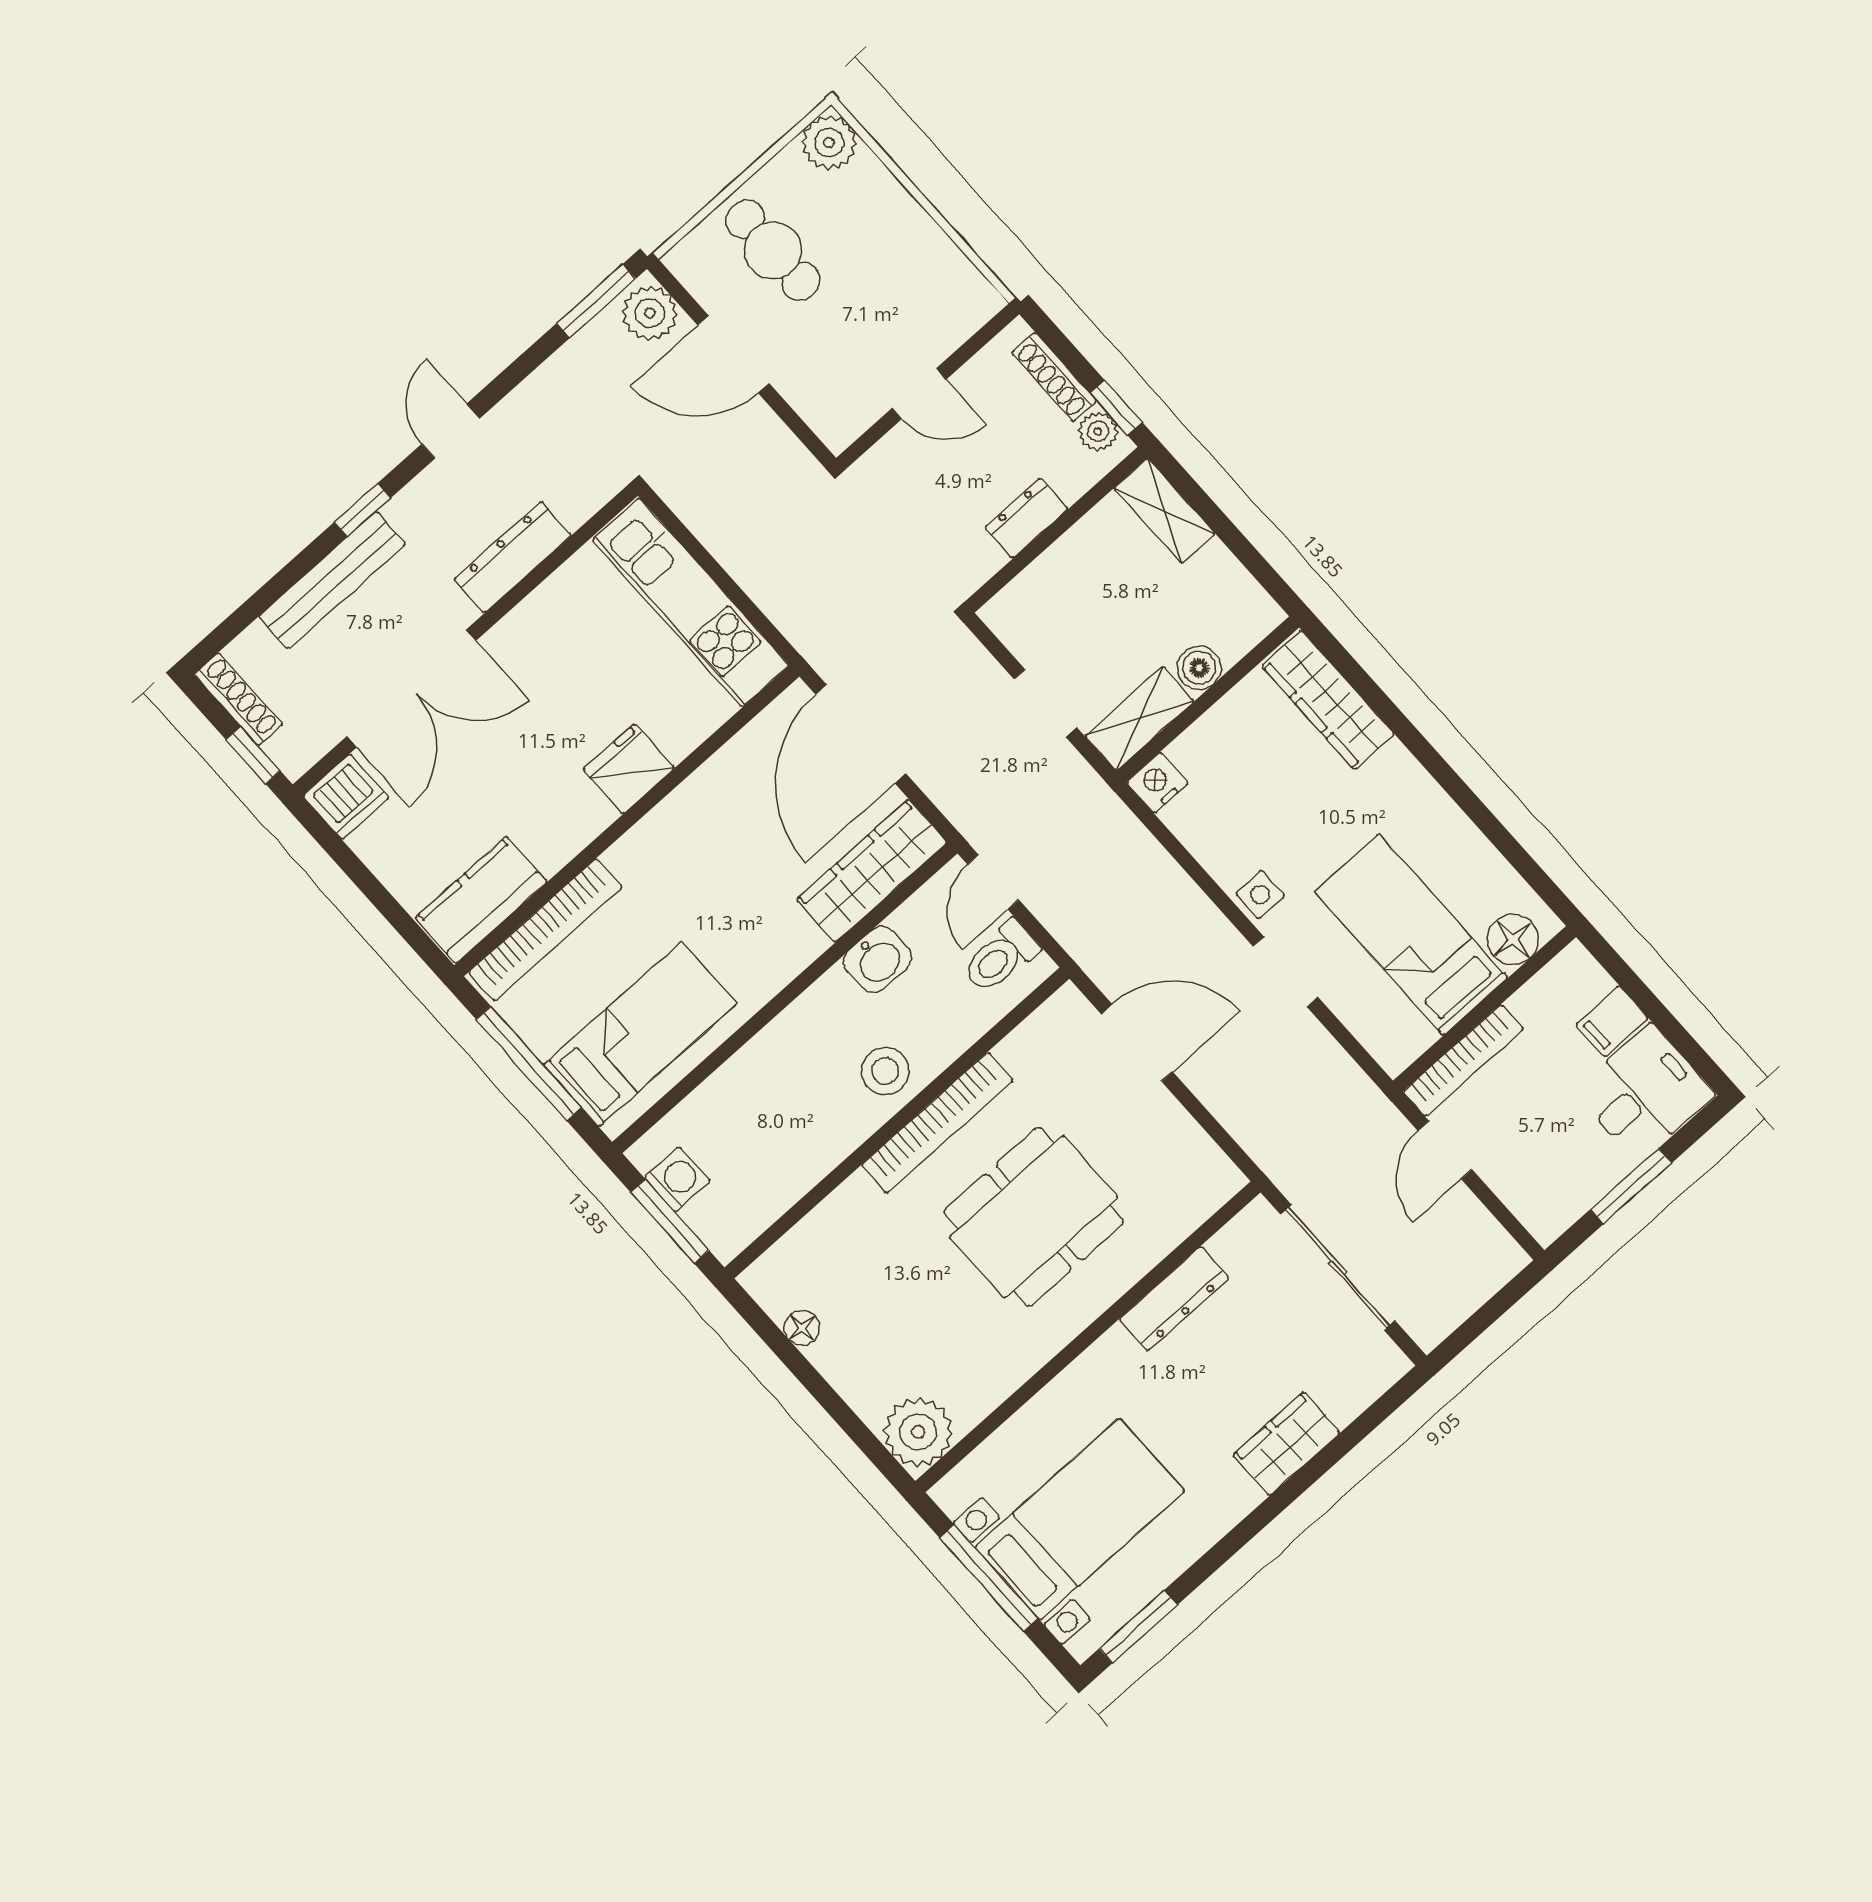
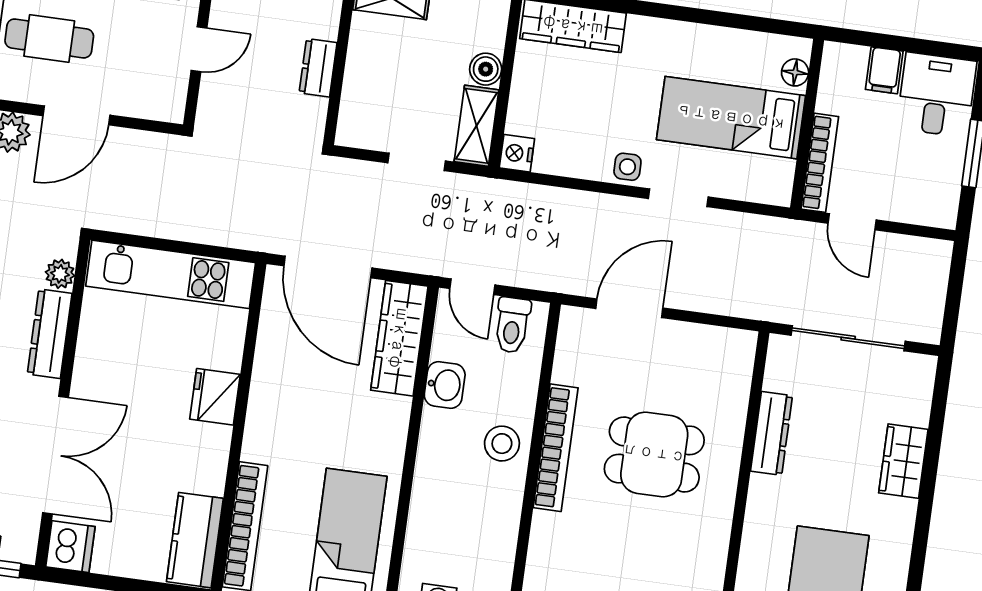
plant: (576, 504) -> (60, 274), added
floor lamp: (1513, 940) -> (795, 72), width x0.73, depth x0.73
dining table: (1034, 1217) -> (654, 454), width x0.73

